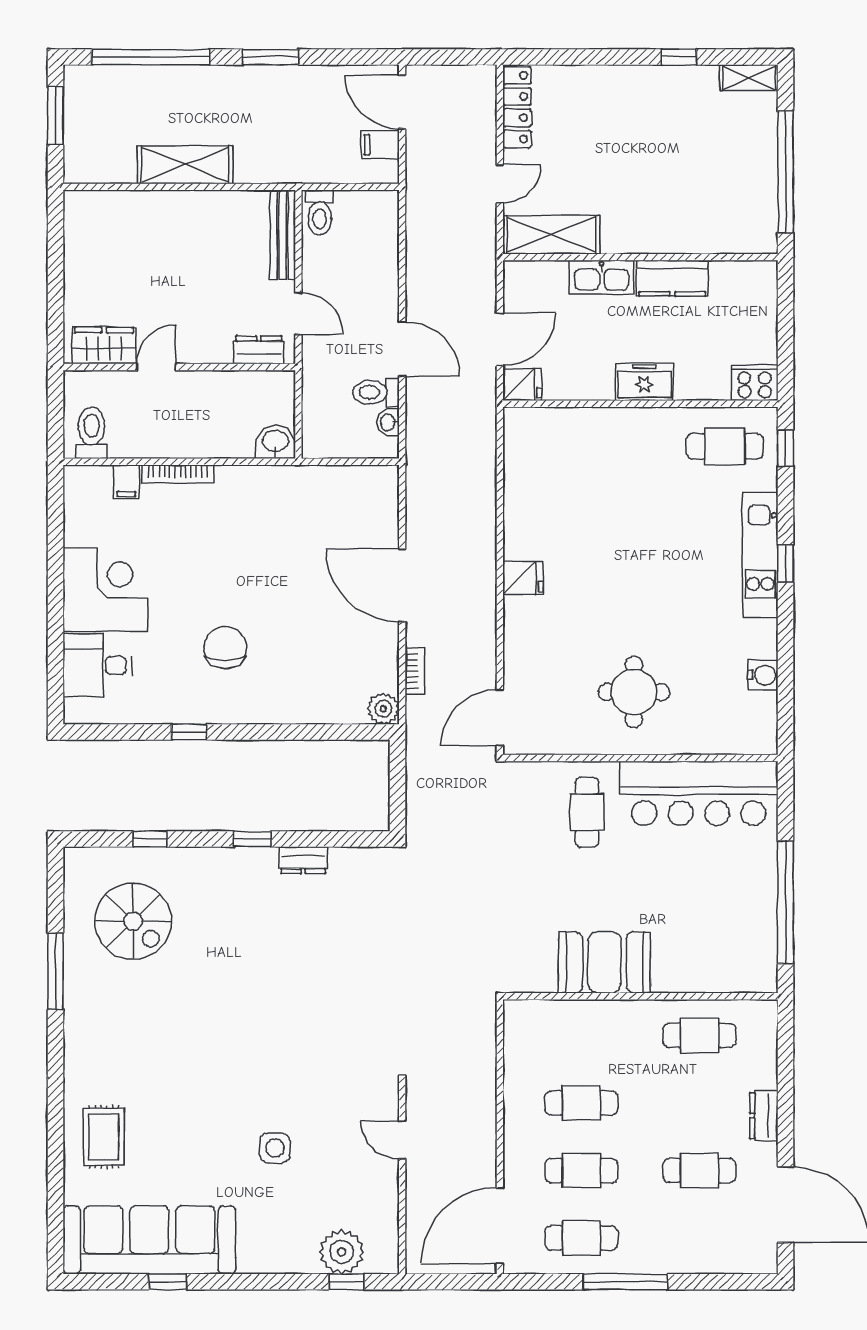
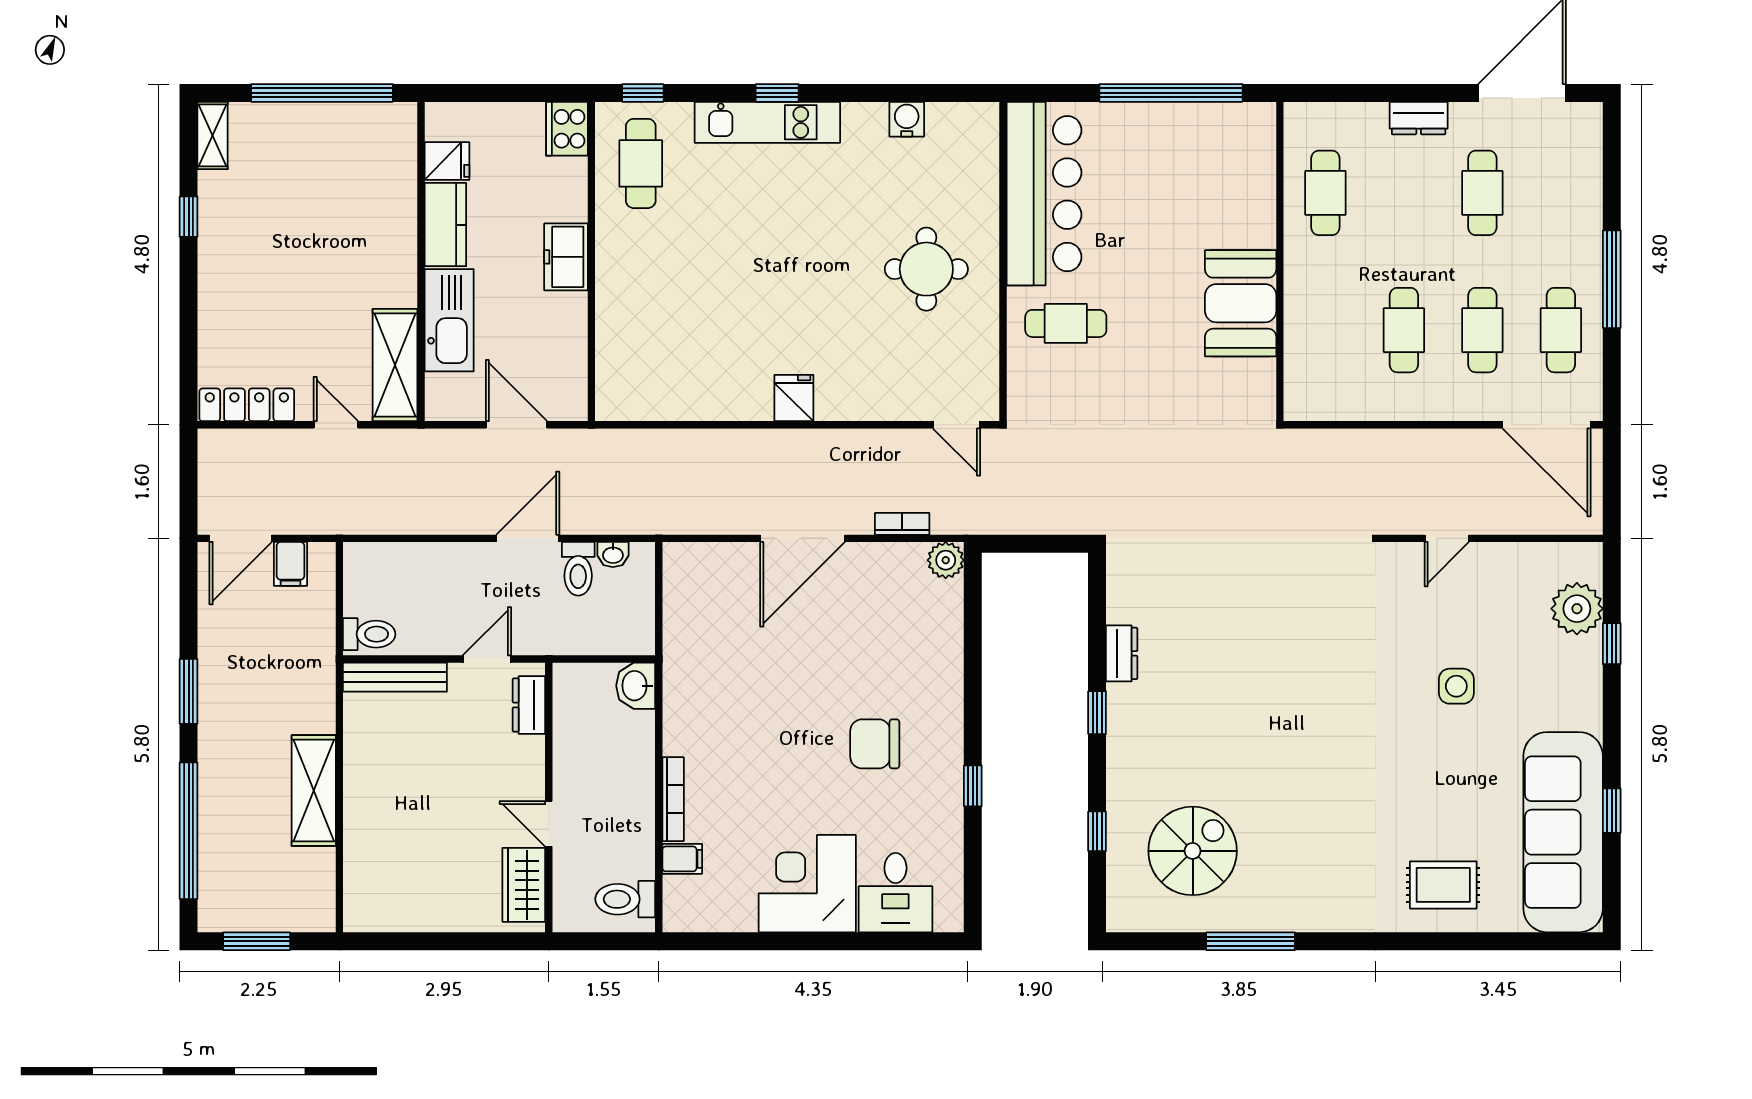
kitchen sink: (602, 277) -> (449, 320), width x1.36, depth x1.24
fridge: (522, 384) -> (447, 161), moved, turned 90
door: (500, 718) -> (956, 425), width x0.73
window: (347, 1282) -> (1612, 644), moved

